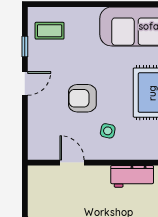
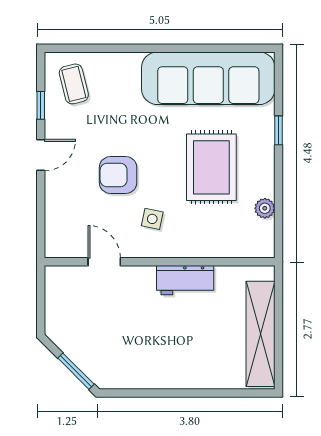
coffee table: (50, 31) -> (74, 84), turned 76

